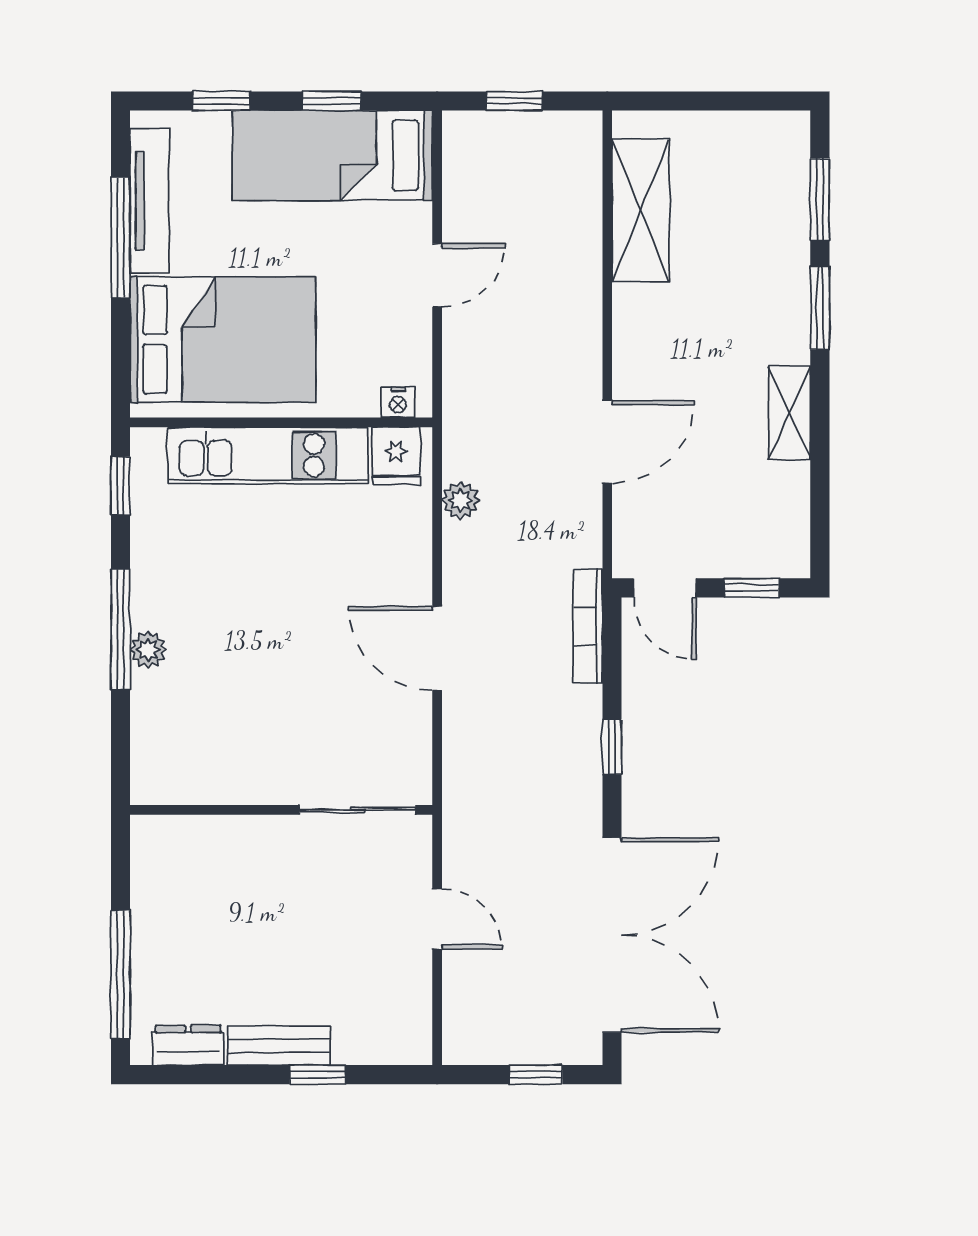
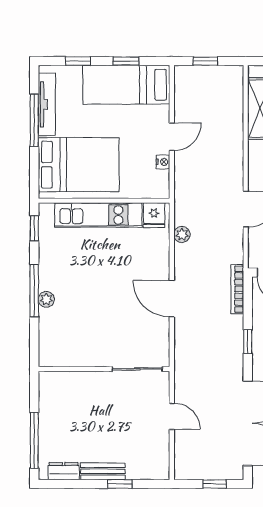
nightstand: (398, 402) -> (163, 162), moved, turned -90

